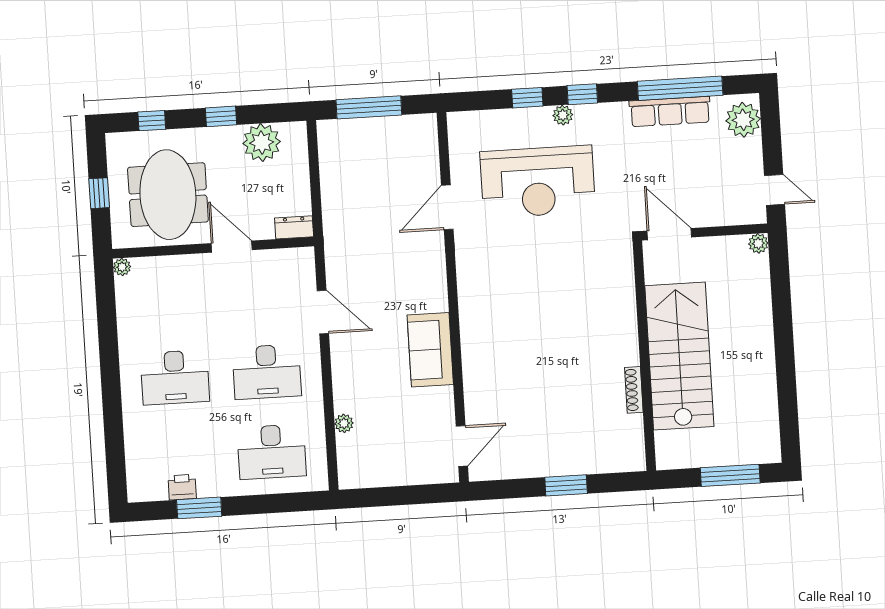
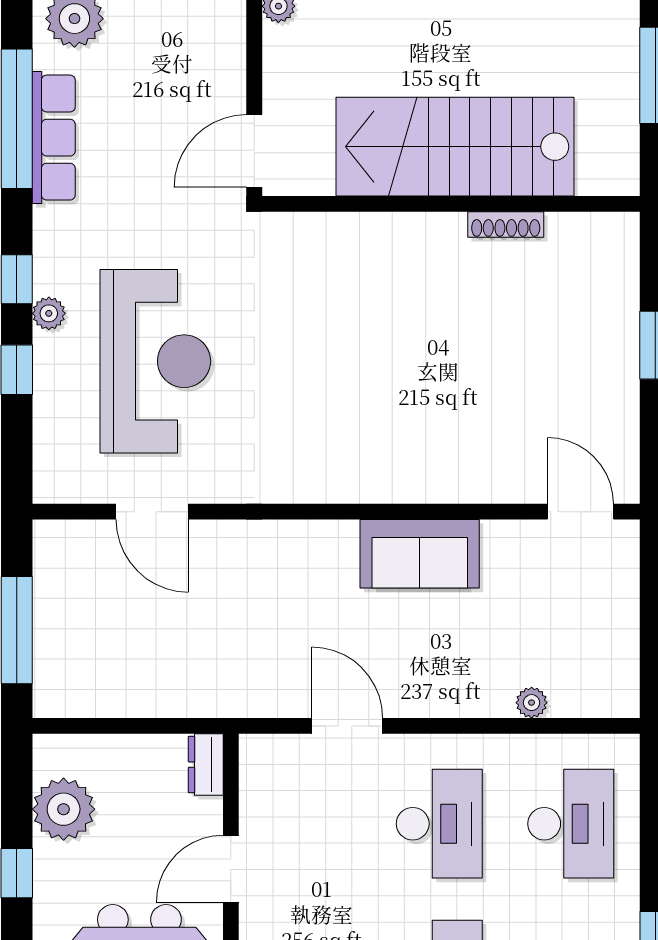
door: (447, 207) -> (152, 512), moved
door: (323, 312) -> (347, 726), hinge flipped

